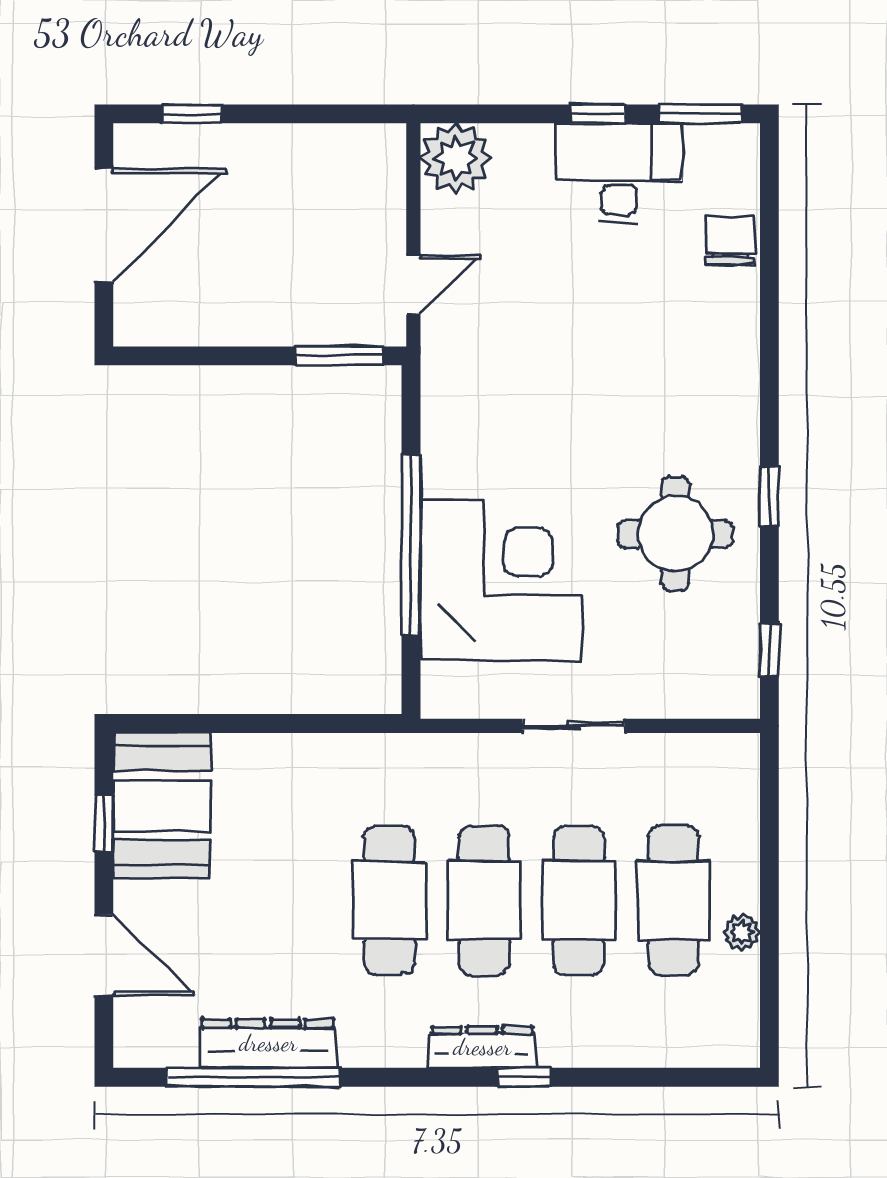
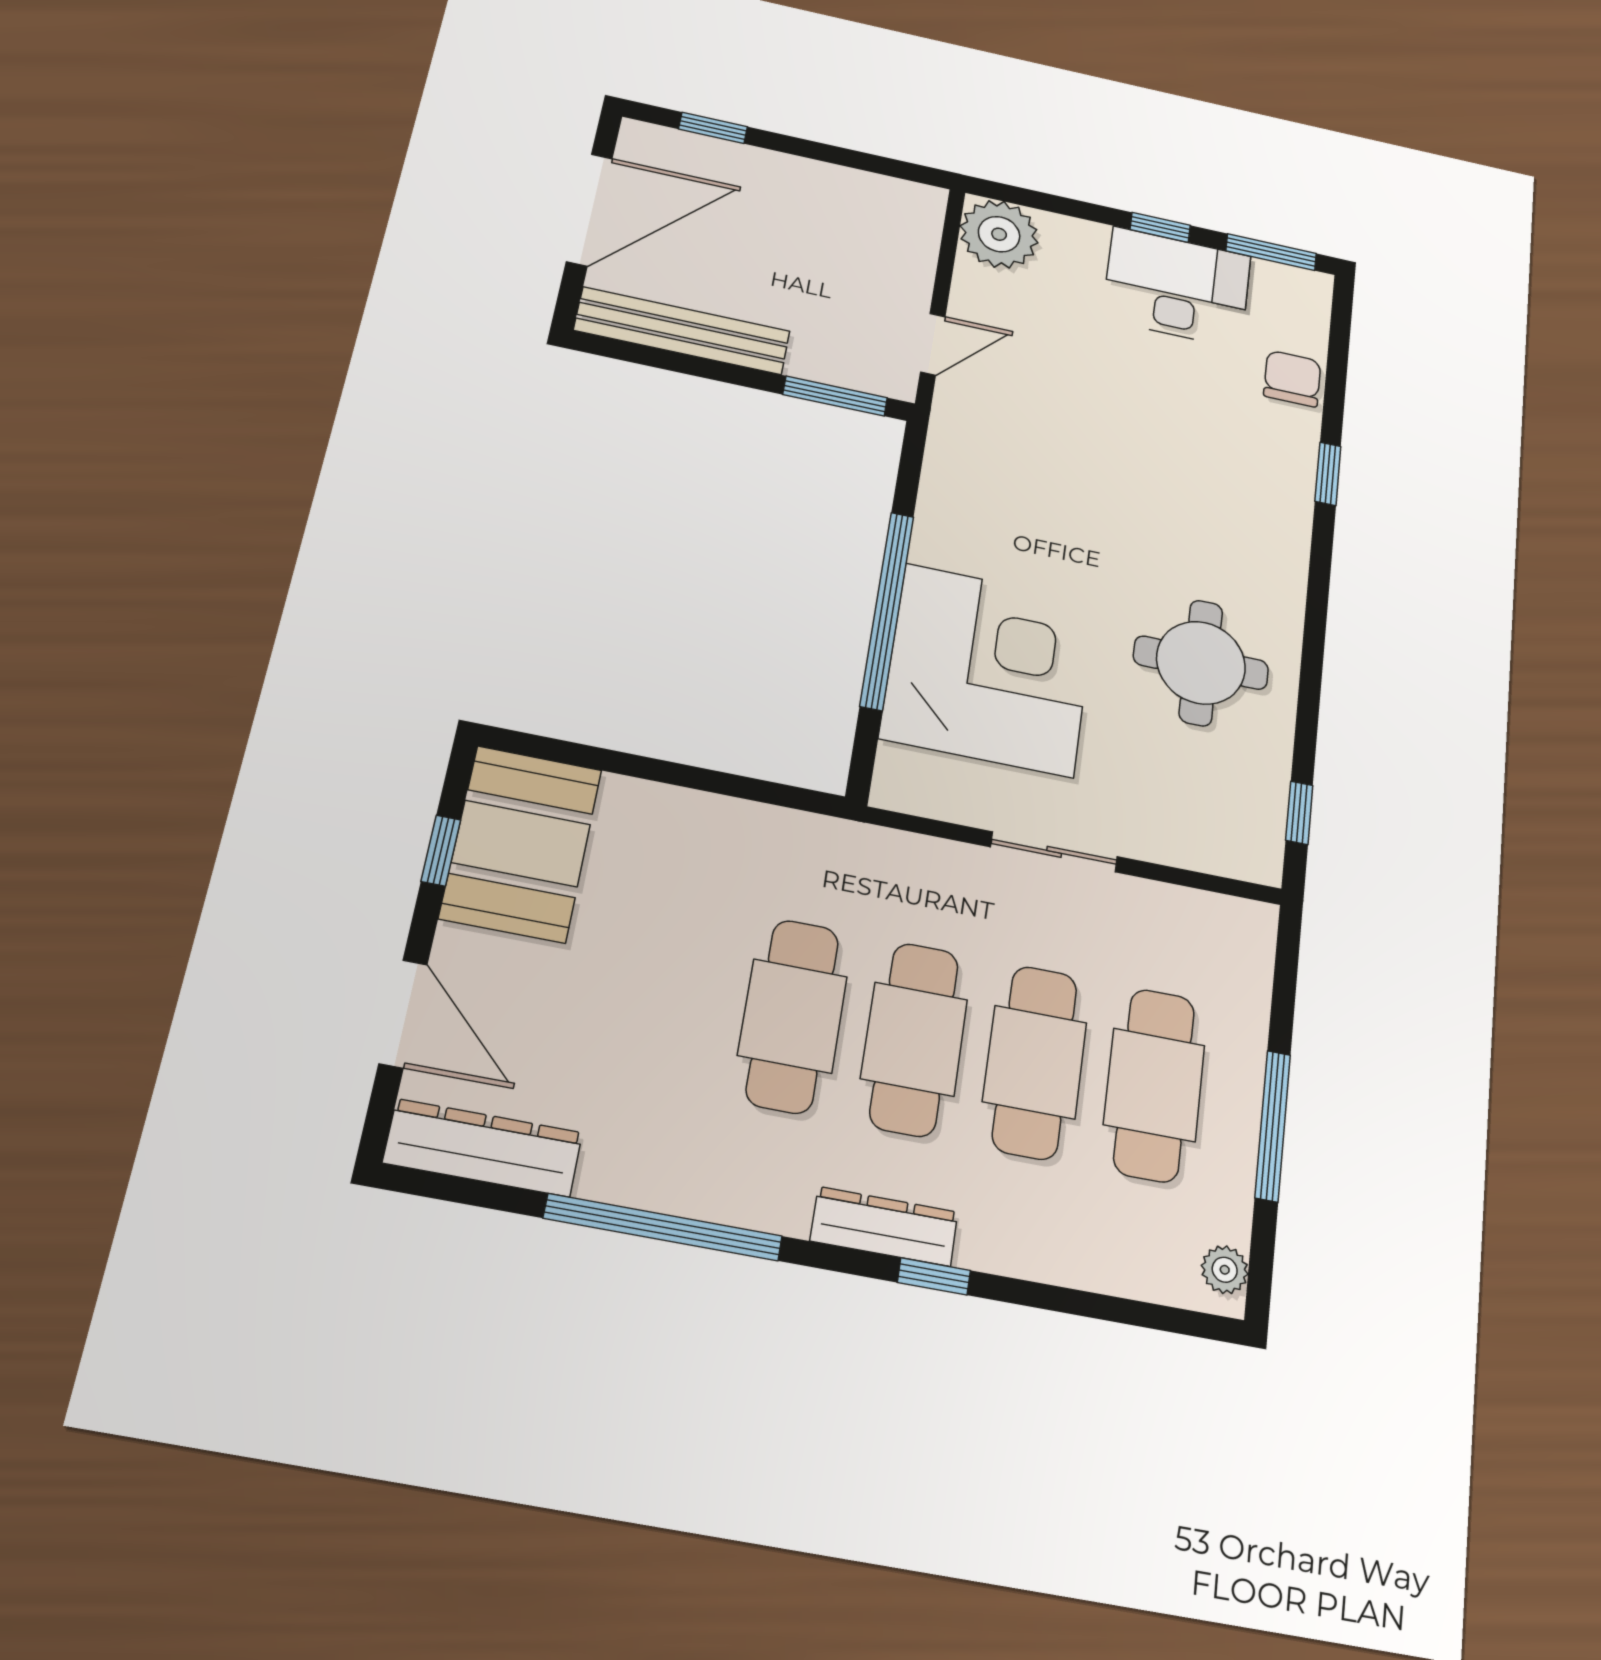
bench: (202, 324) -> (682, 331), added
window: (769, 496) -> (1328, 474), moved
window: (769, 915) -> (1273, 1126), added
plant: (742, 932) -> (1225, 1270), moved
dresser: (268, 1043) -> (483, 1148), moved
window: (254, 1077) -> (663, 1227), moved

